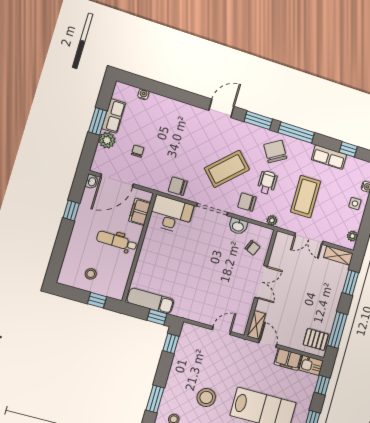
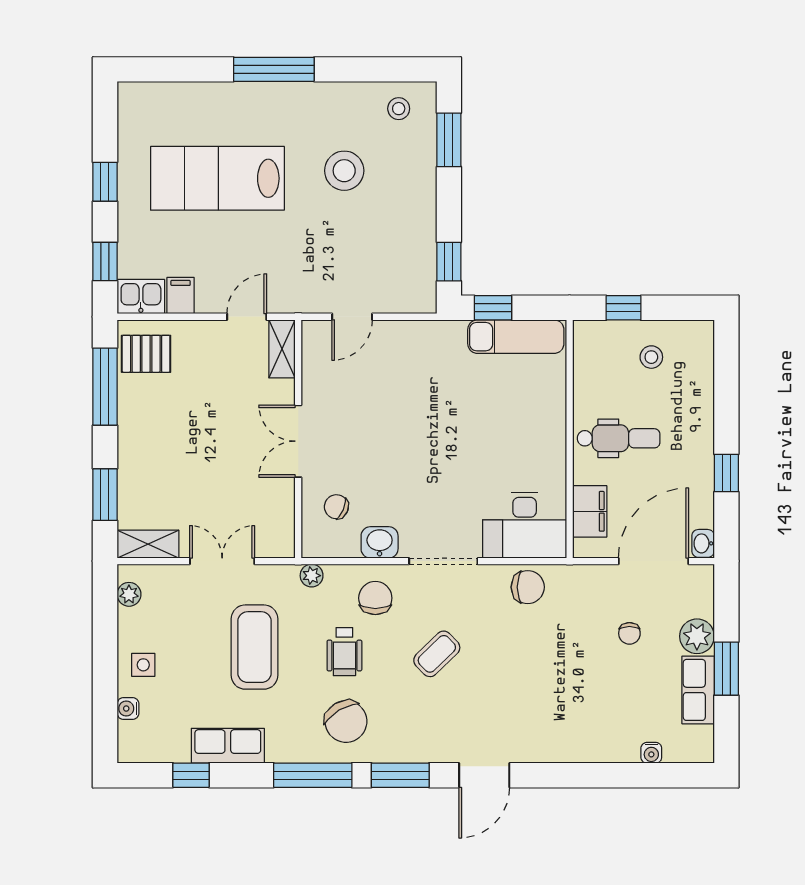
coffee table: (227, 169) -> (437, 654), width x0.54, depth x0.58
chair: (247, 202) -> (375, 598), turned -90
door: (268, 344) -> (247, 317), swing flipped
filing cabinet: (288, 359) -> (181, 296), width x0.50

